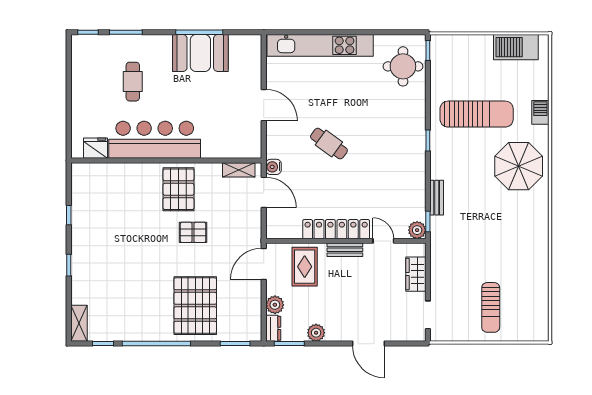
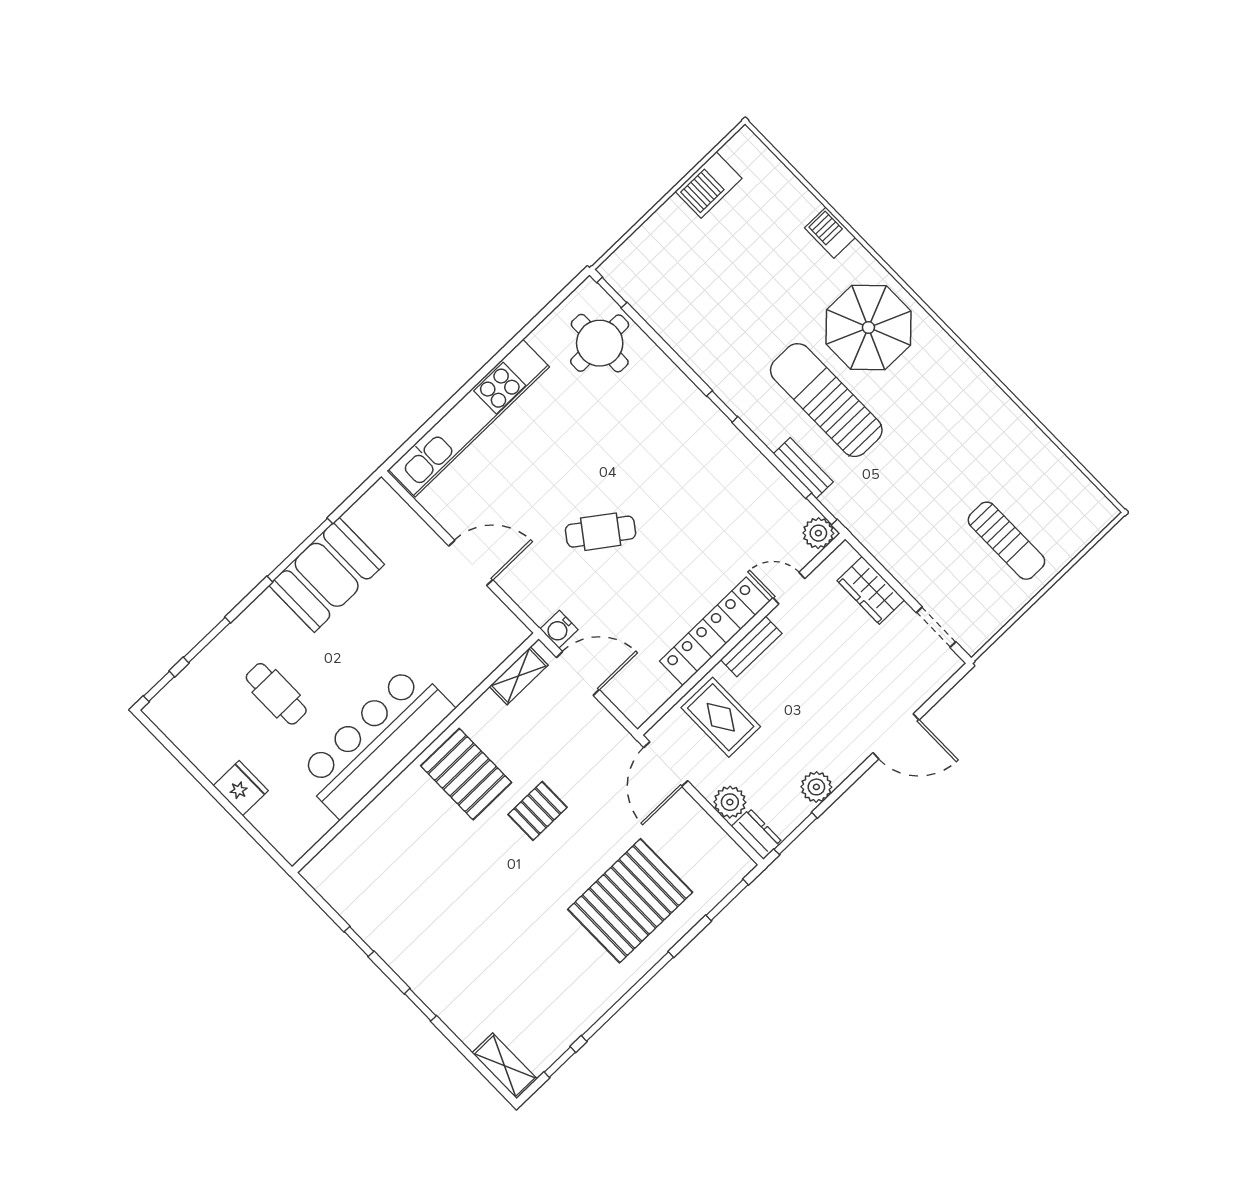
barbecue: (516, 47) -> (709, 185), width x0.73, depth x0.83
sun lounger: (477, 114) -> (826, 400), moved, turned -90
fridge: (95, 148) -> (241, 788), moved, turned 90
pallet: (195, 306) -> (630, 901), turned 90

